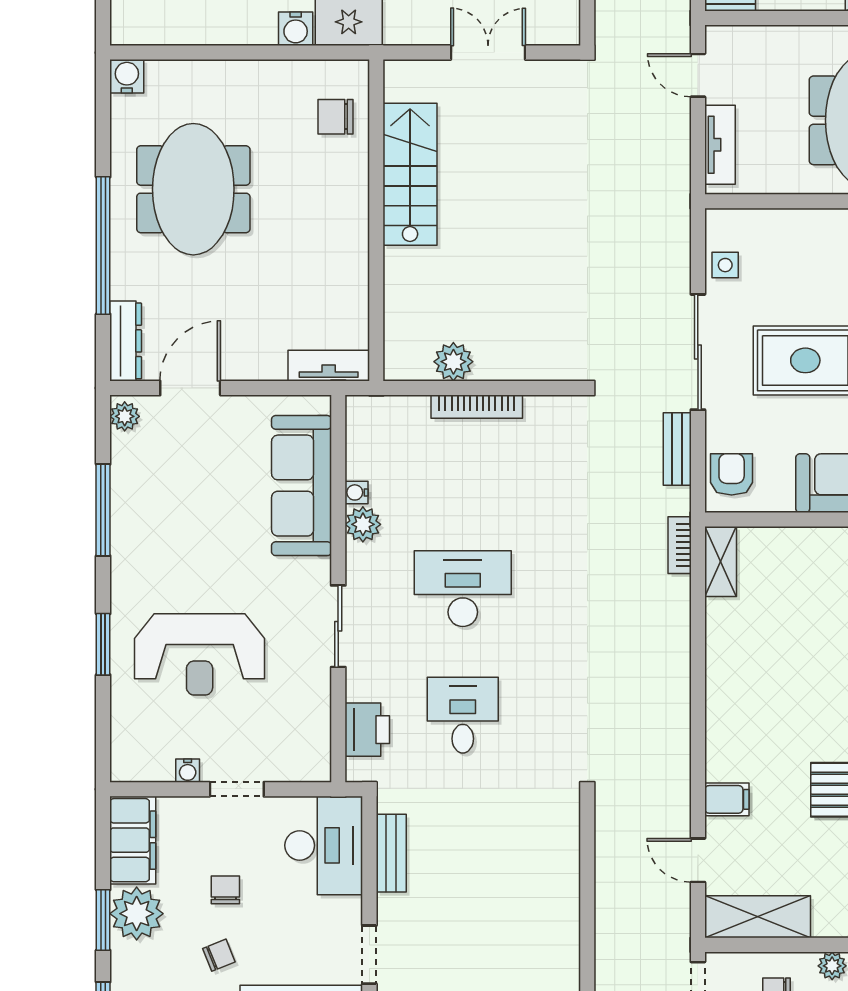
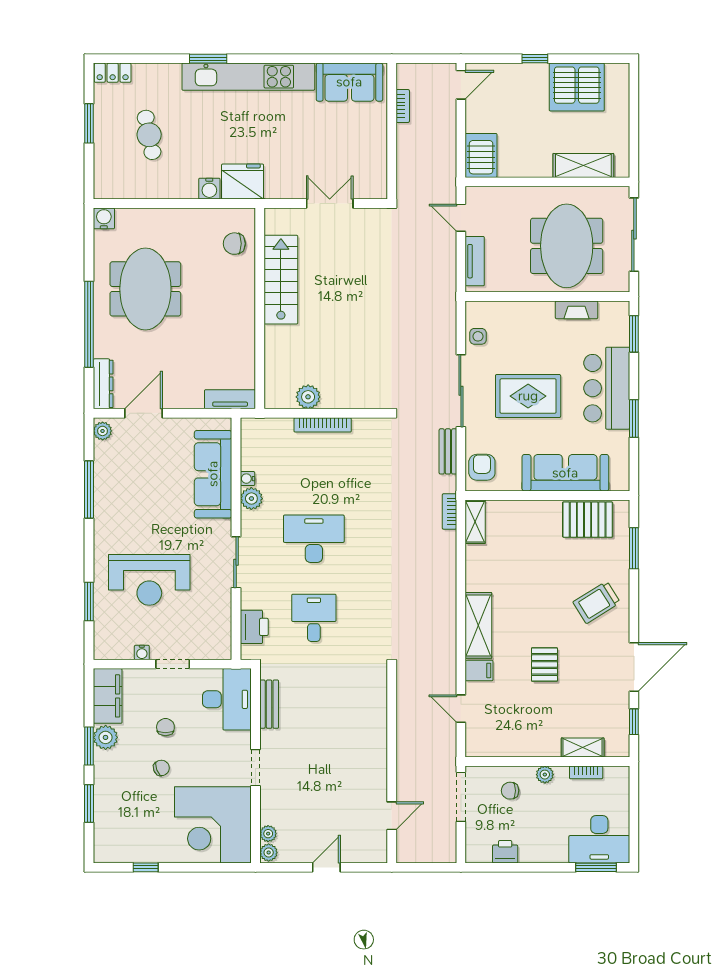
window: (103, 644) -> (89, 602), moved
plant: (137, 914) -> (106, 737), width x0.73, depth x0.73
shelving: (758, 917) -> (478, 625), moved, turned 90

